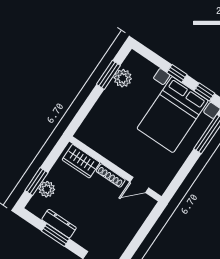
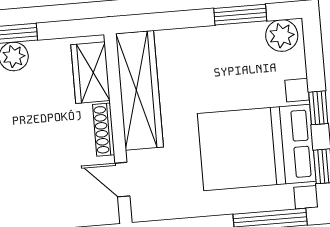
plant: (123, 78) -> (282, 36), moved
wardrobe: (106, 146) -> (139, 90), added

